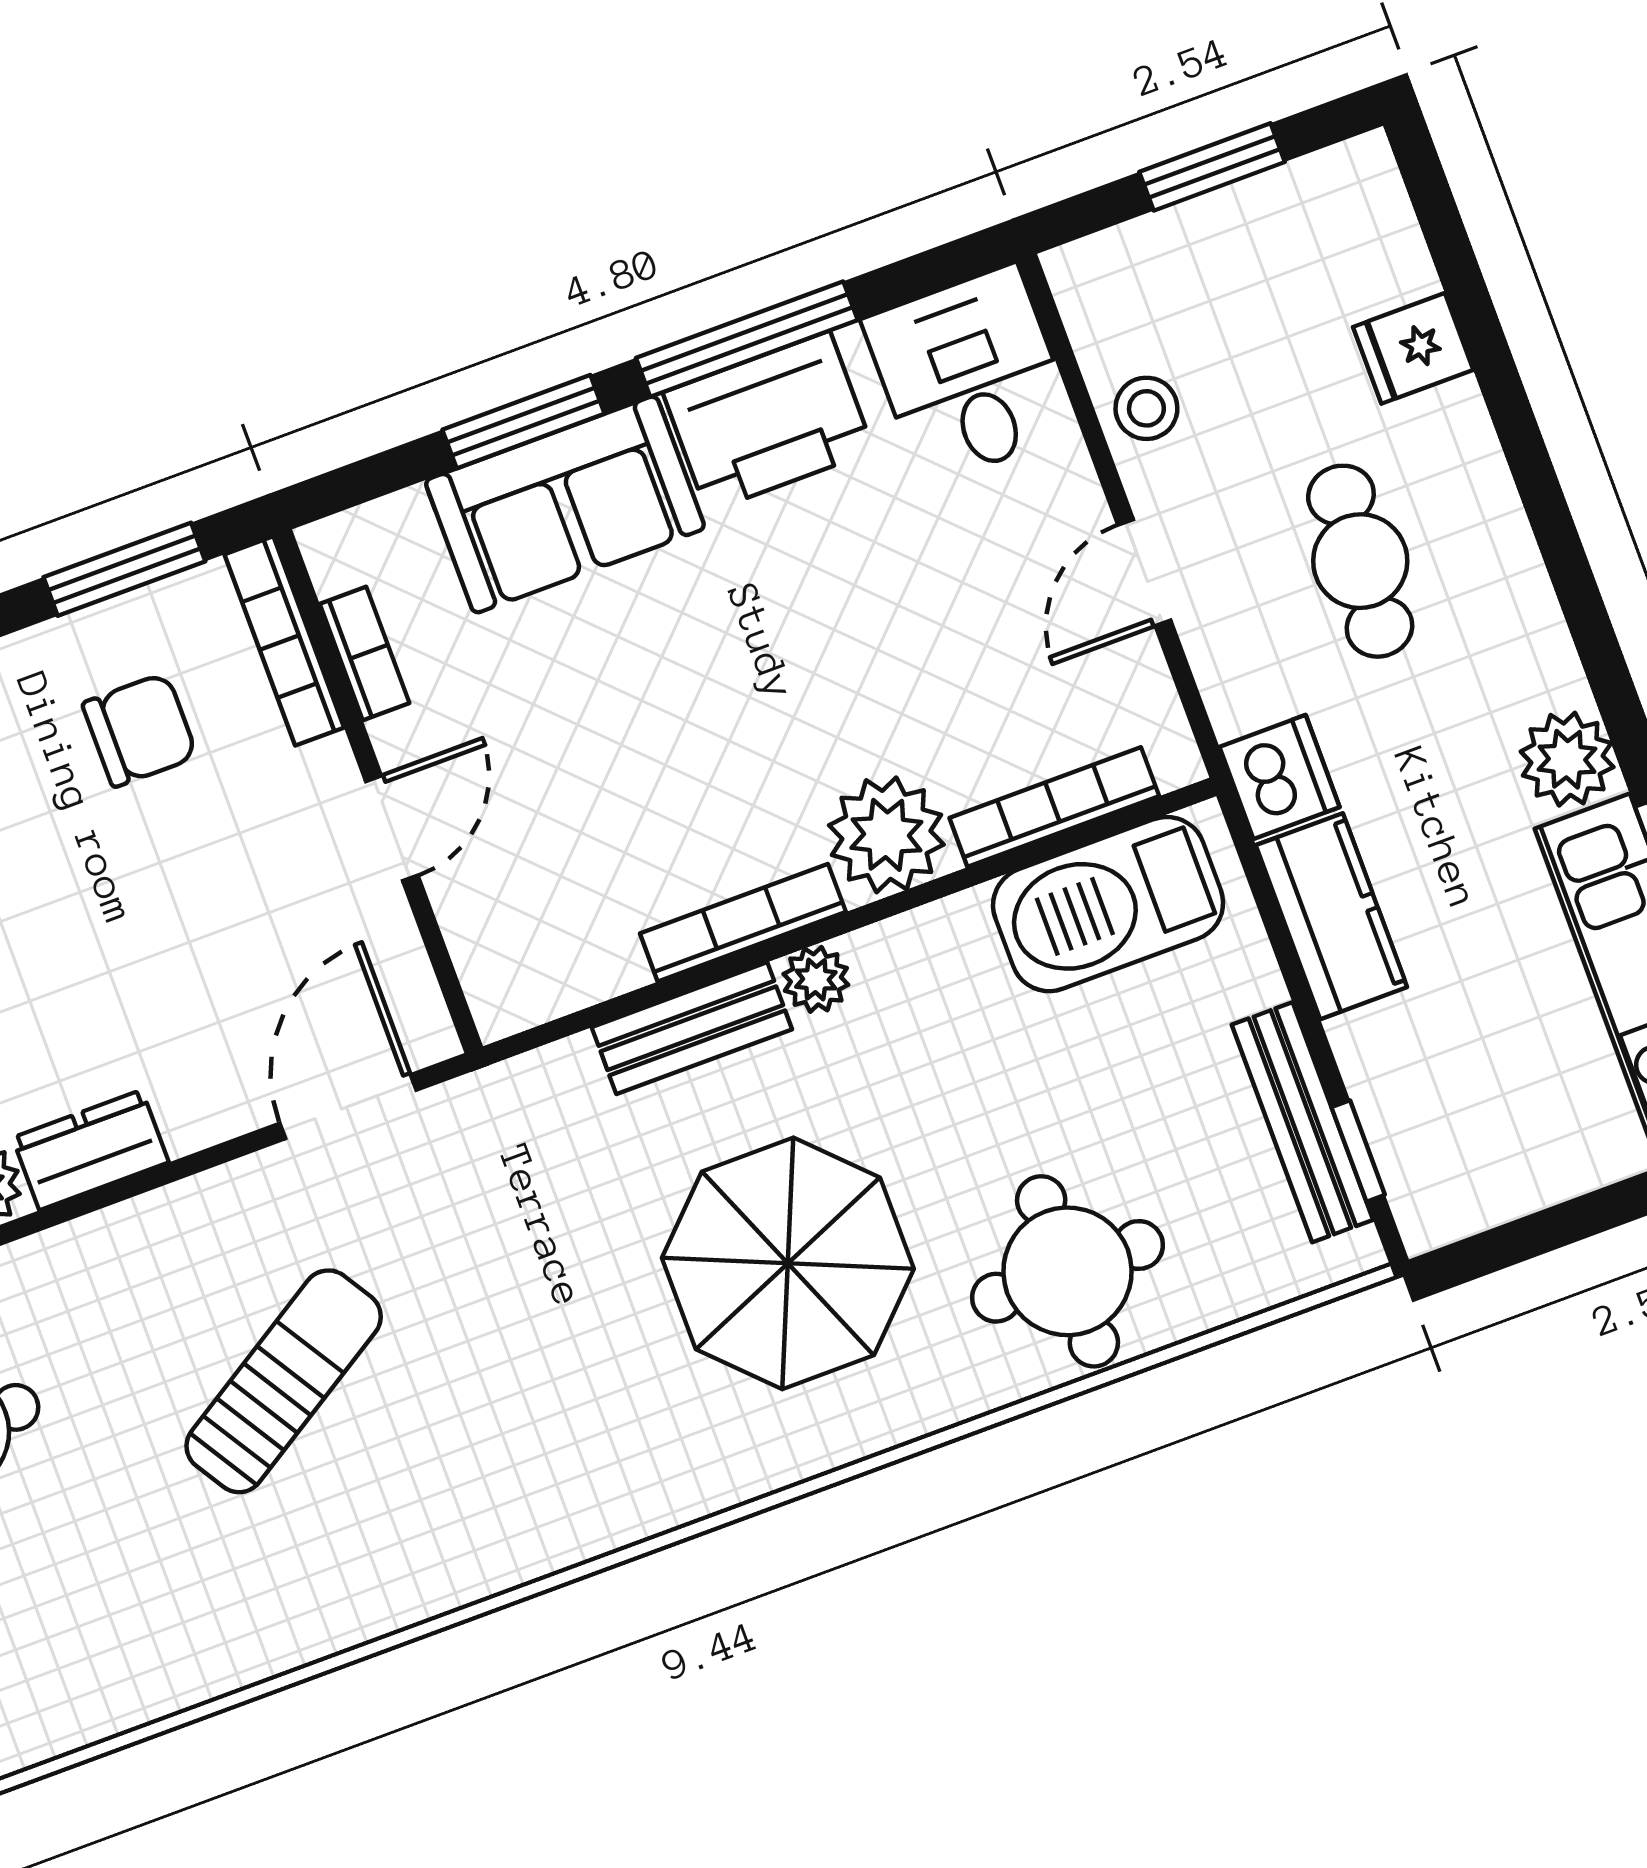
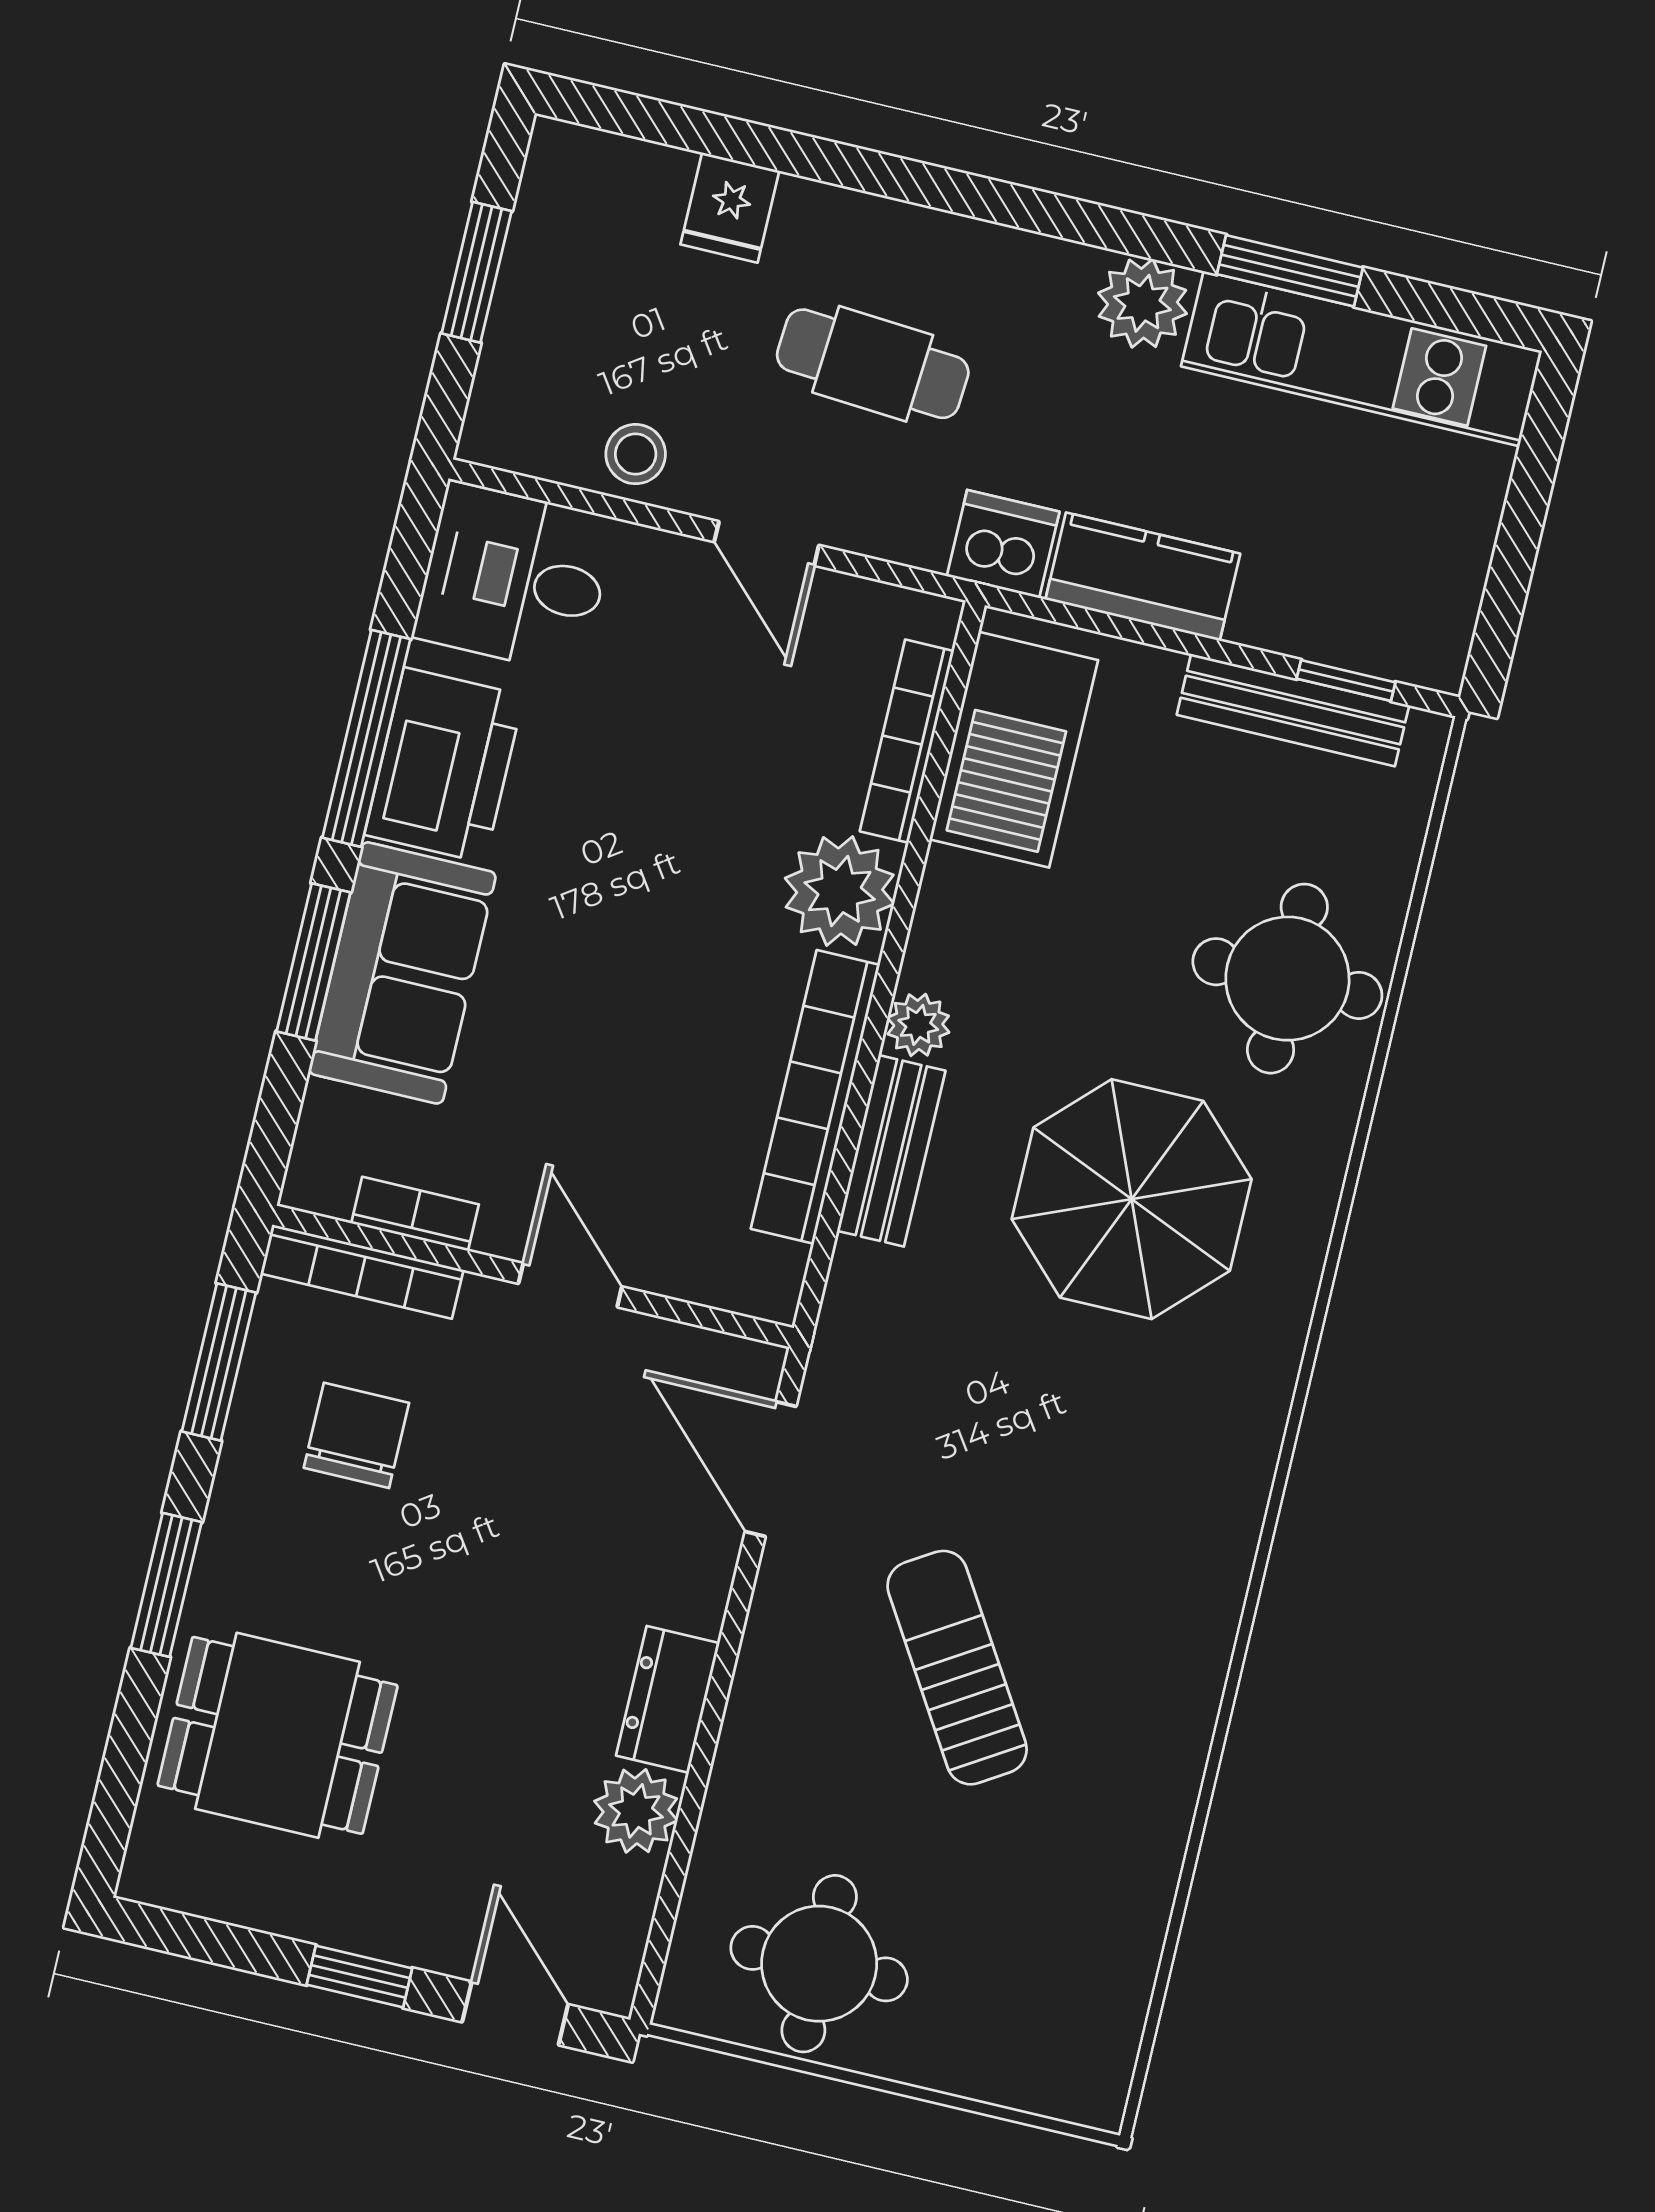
bookcase: (743, 923) -> (815, 1097), width x1.48, depth x1.31

